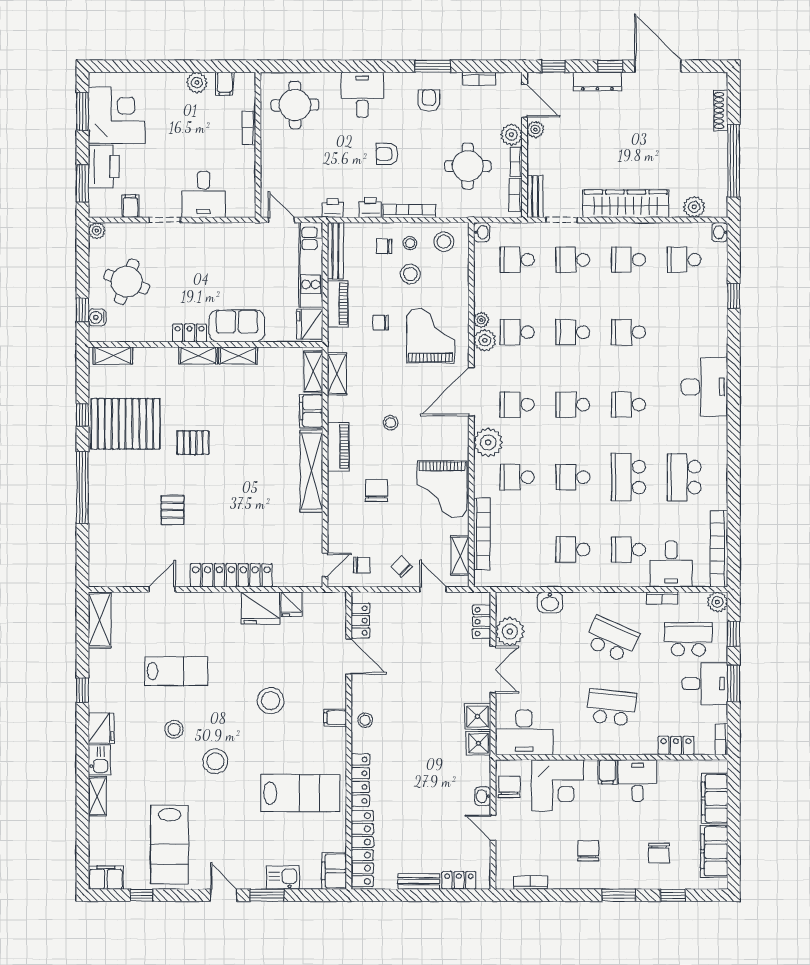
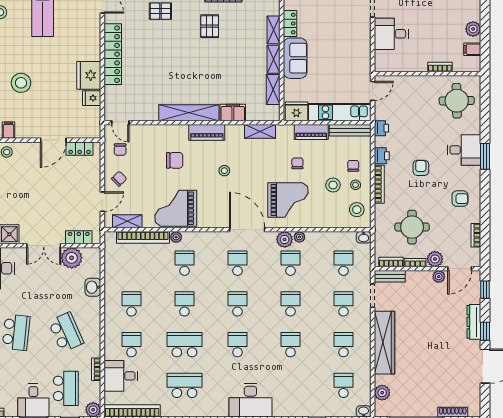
window: (433, 66) -> (485, 156), moved
shelving: (313, 372) -> (273, 89), moved, turned 90
plant: (488, 442) -> (176, 237), moved, width x0.53, depth x0.53
school desk: (612, 639) -> (66, 332), turned -48

